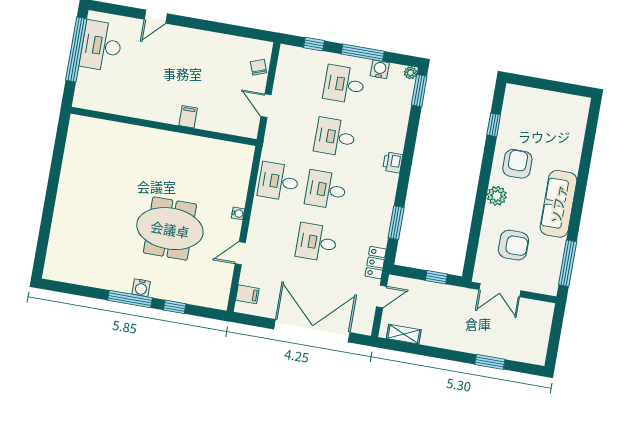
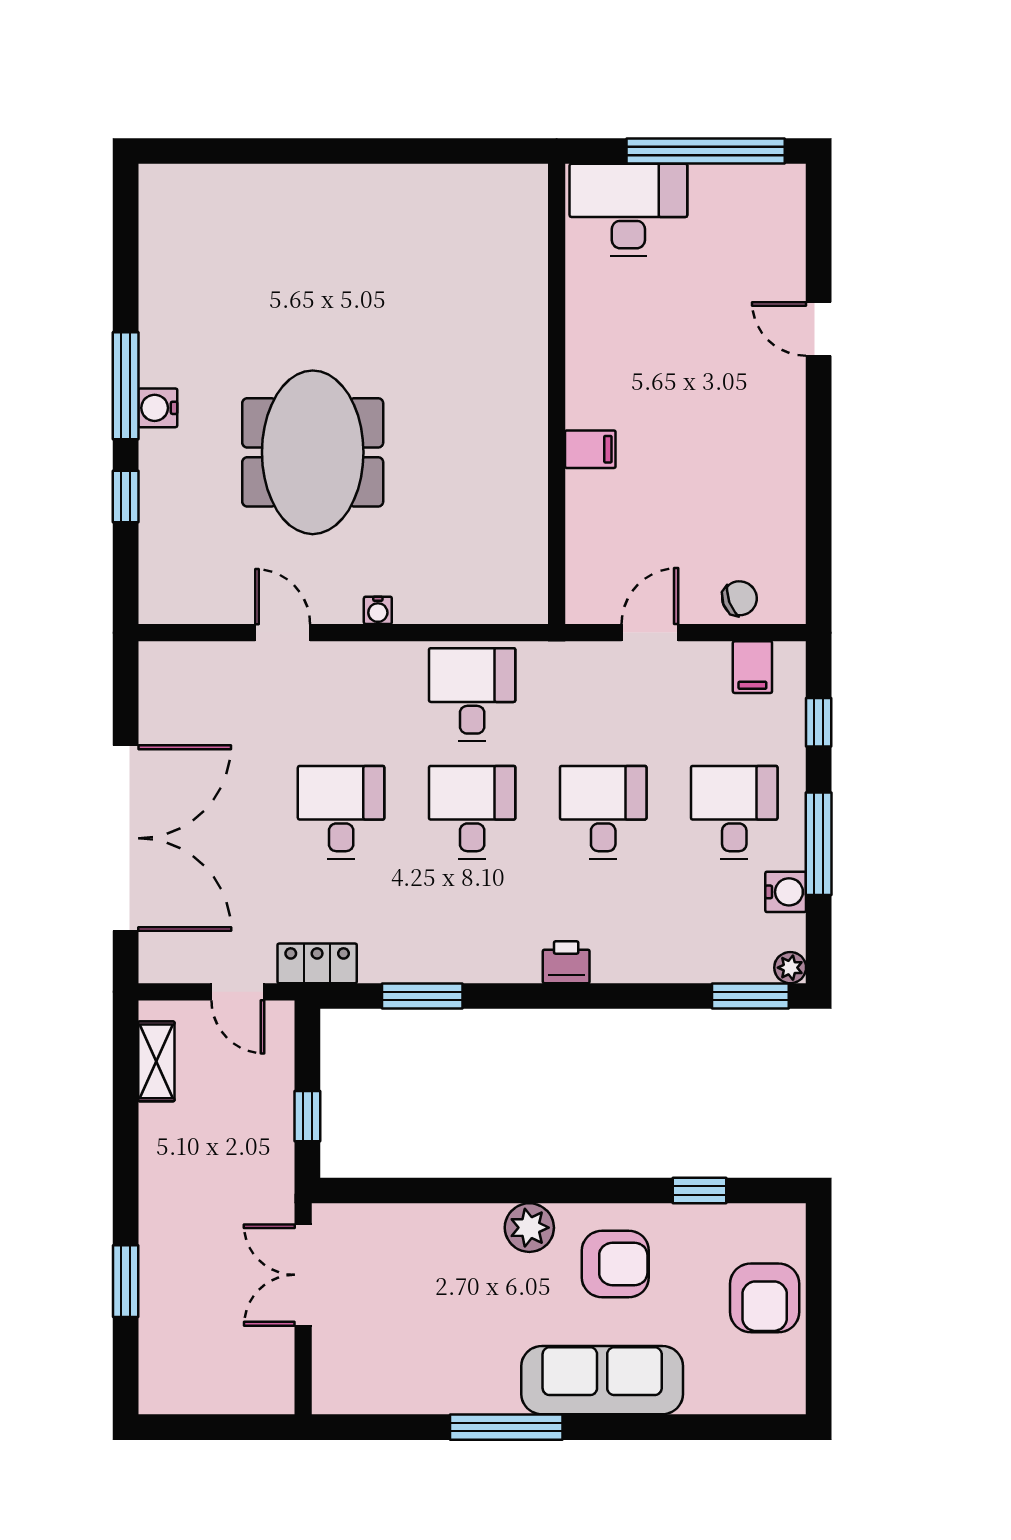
desk: (101, 46) -> (628, 210), moved
sofa: (558, 204) -> (602, 1380), moved
armchair: (513, 245) -> (765, 1298), moved
window: (568, 263) -> (506, 1427), moved
filing cabinet: (247, 294) -> (752, 667), moved

